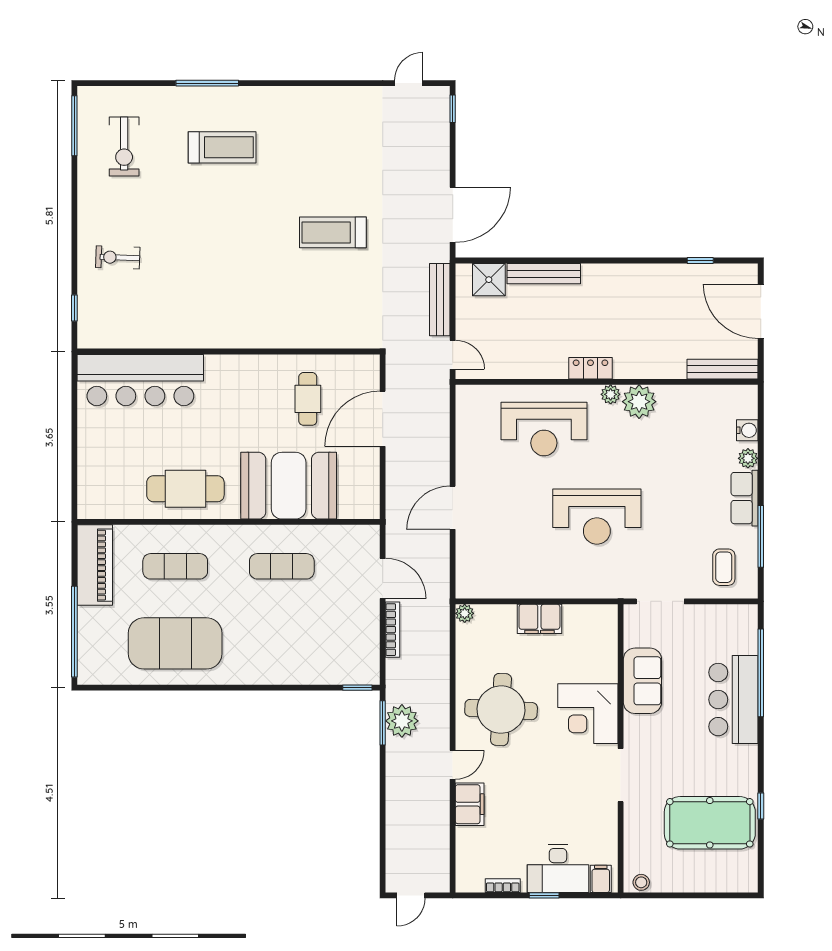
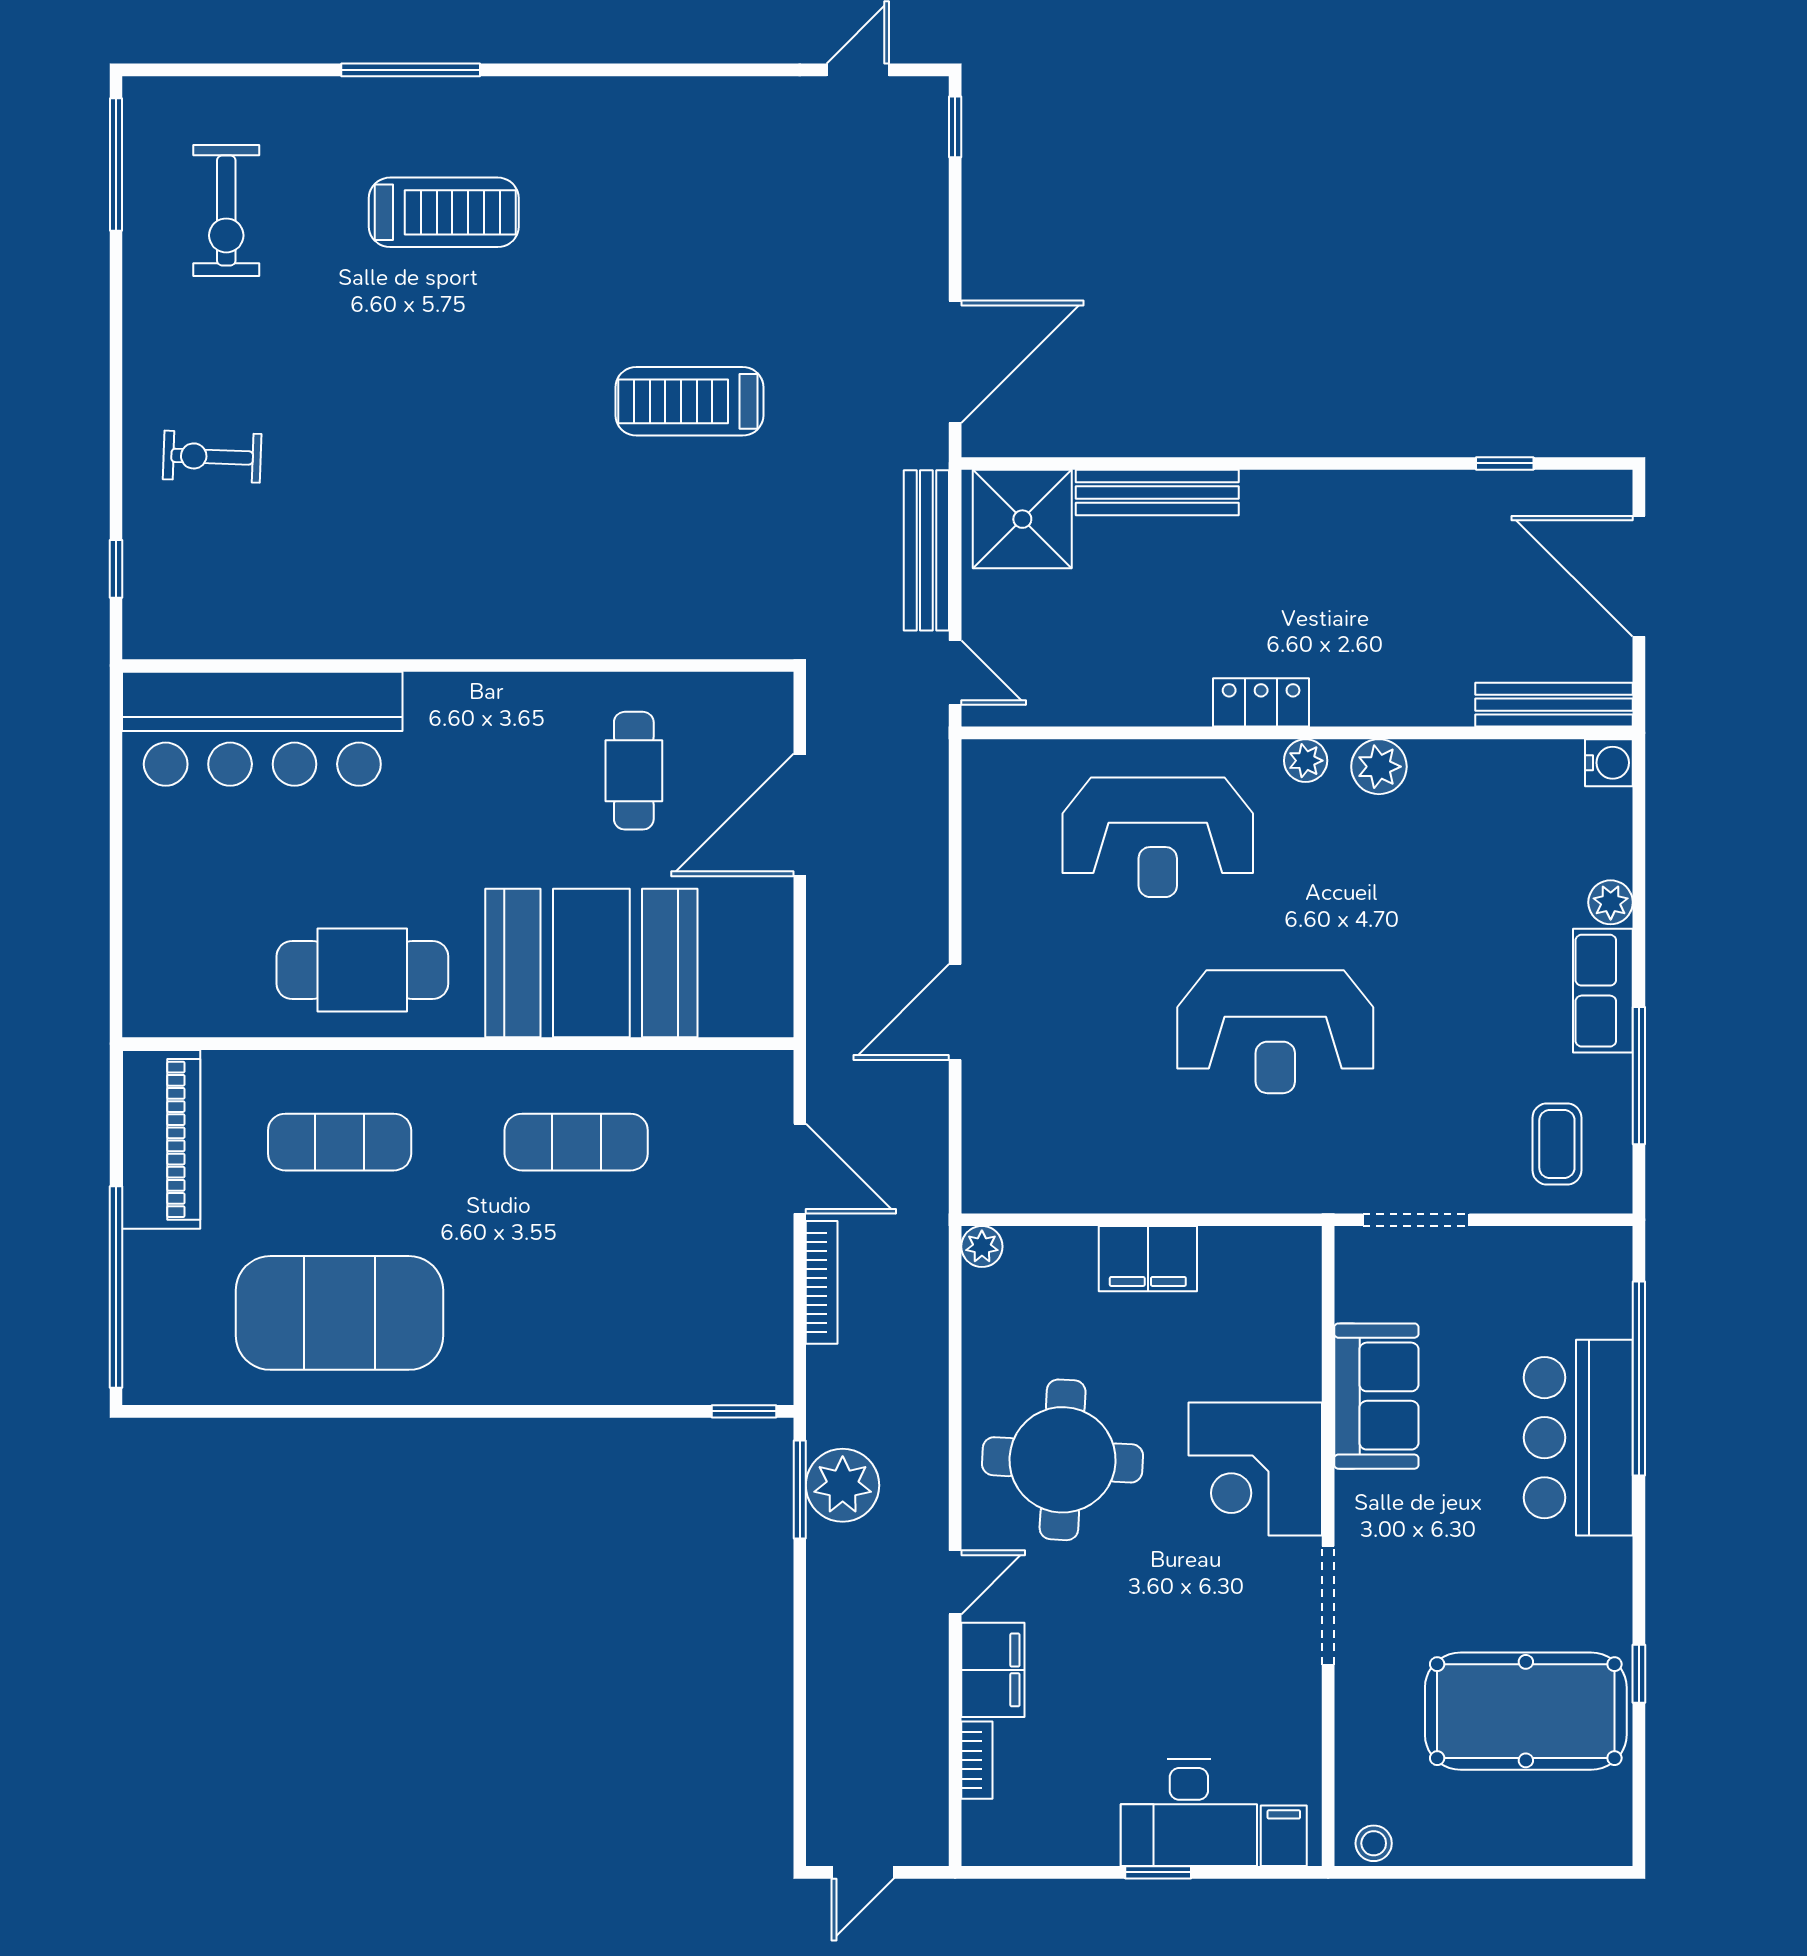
shower: (489, 280) -> (1022, 519), width x1.36, depth x1.36
plant: (639, 402) -> (1379, 767), width x0.73, depth x0.73
water cooler: (747, 430) -> (1609, 763), moved
bookcase: (503, 886) -> (977, 1760), moved, turned 90

